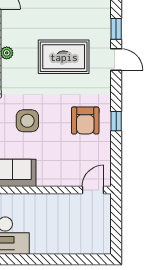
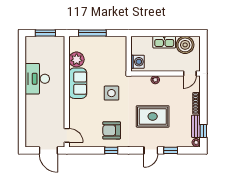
rug: (64, 57) -> (153, 116), turned 90
door: (116, 219) -> (48, 150), added

